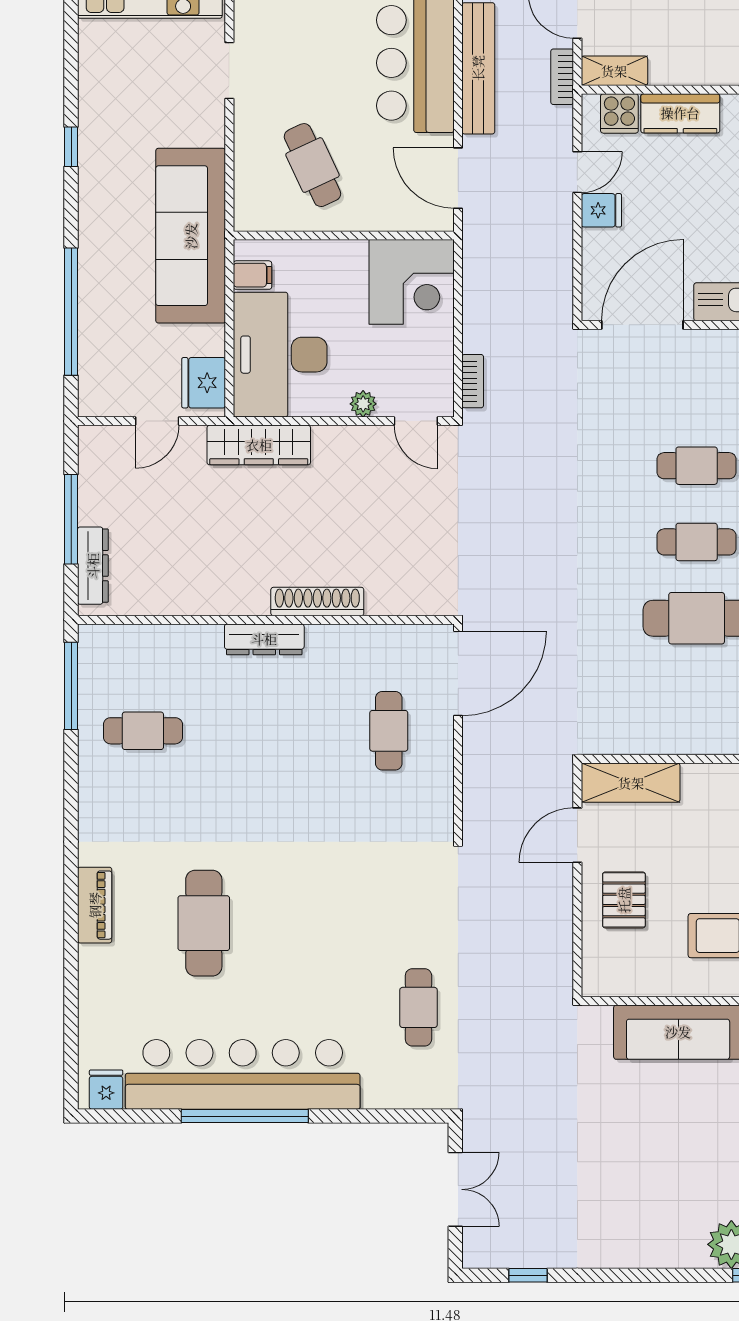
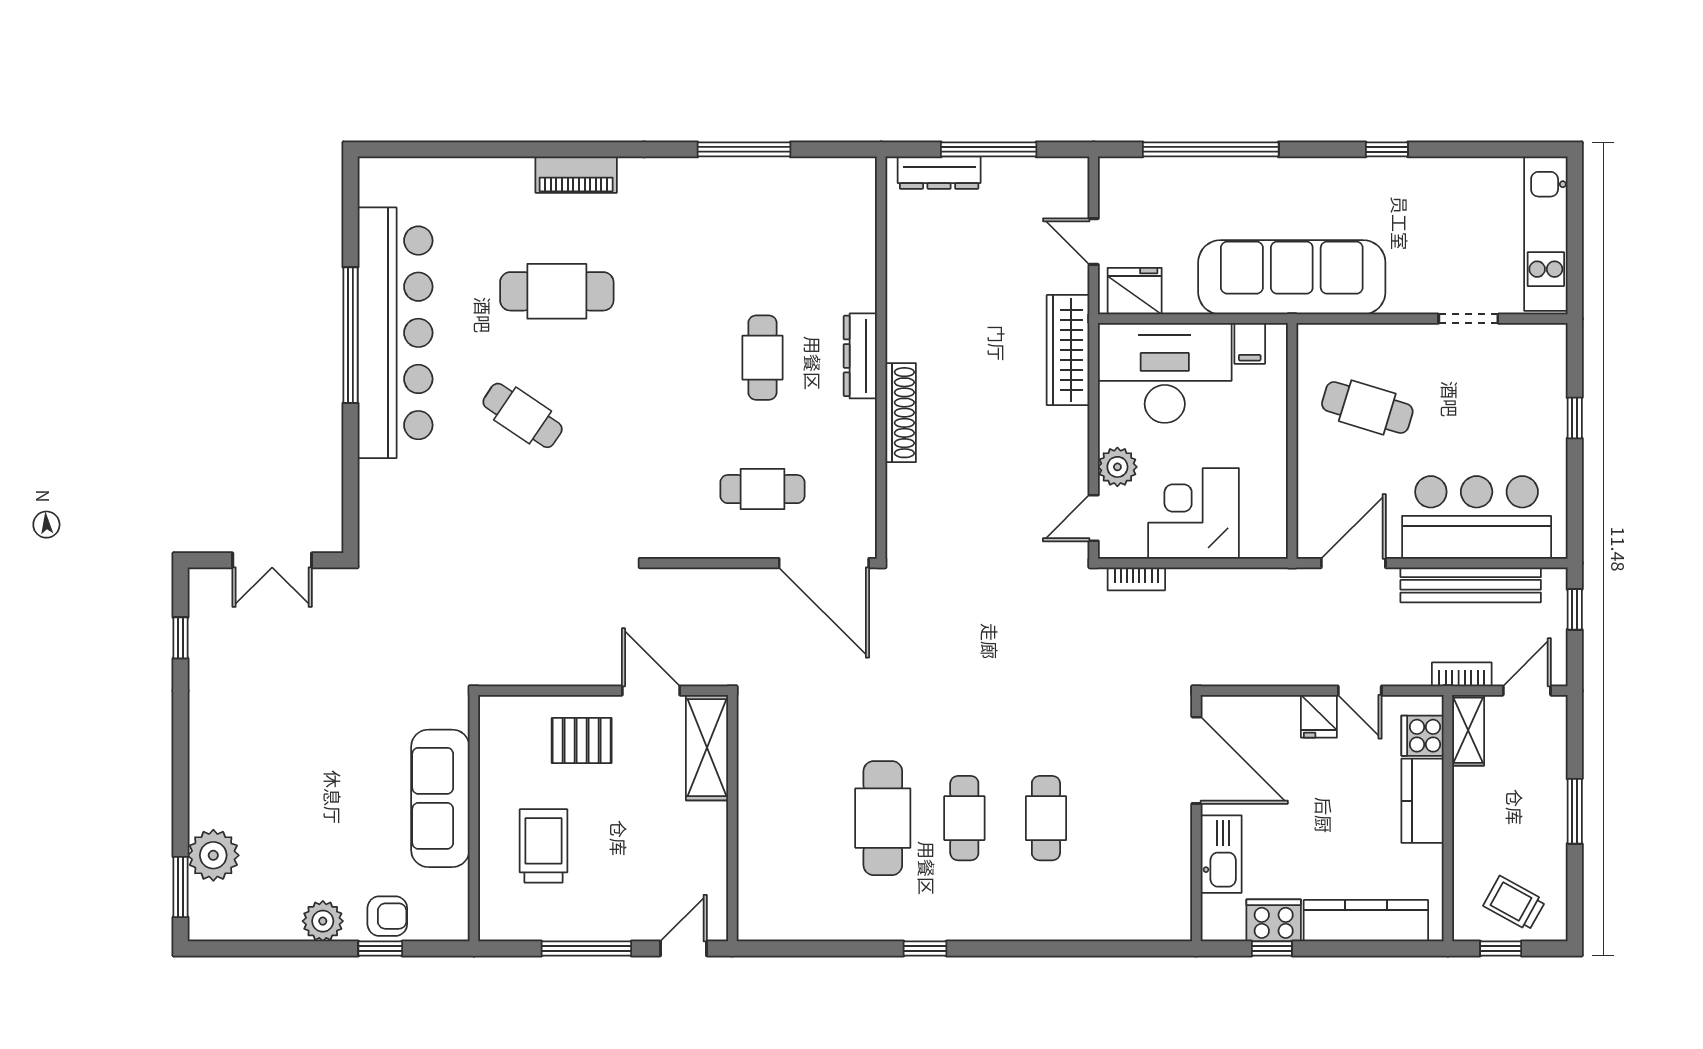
cafe table: (312, 165) -> (1367, 407), turned 42
corner desk: (412, 282) -> (1194, 513), moved, turned 90
plant: (363, 404) -> (1117, 467), width x1.38, depth x1.38
window: (71, 686) -> (744, 149), moved
cafe table: (143, 731) -> (762, 358), moved
cafe table: (418, 1007) -> (523, 415), moved, turned 34
fridge: (106, 1090) -> (379, 187), removed

